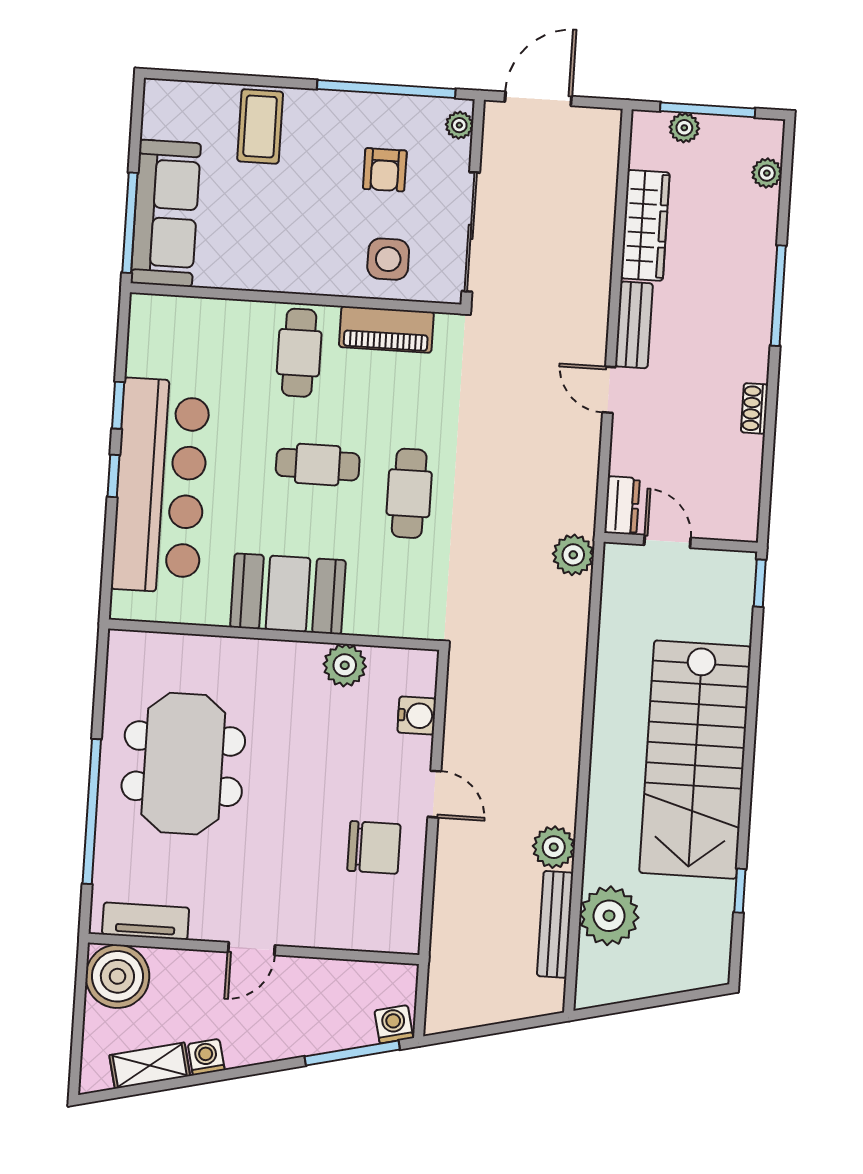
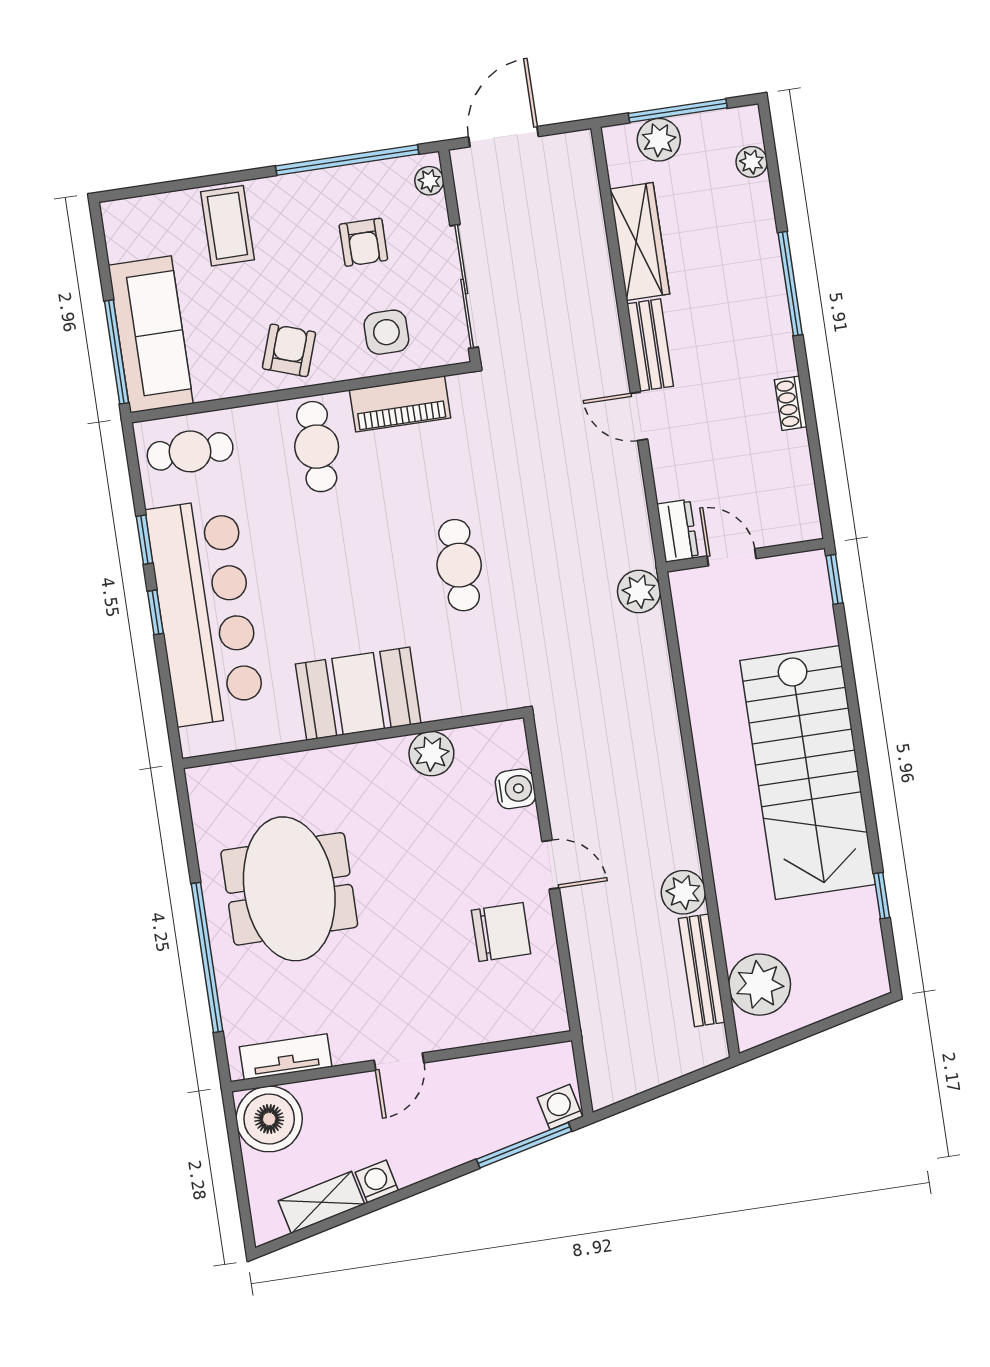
plant: (684, 128) -> (659, 140), width x1.38, depth x1.38
armchair: (293, 256) -> (289, 350), added
cafe table: (318, 465) -> (190, 451), moved
plant: (609, 916) -> (760, 985), moved

